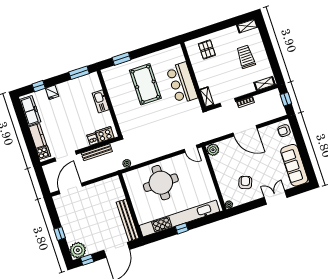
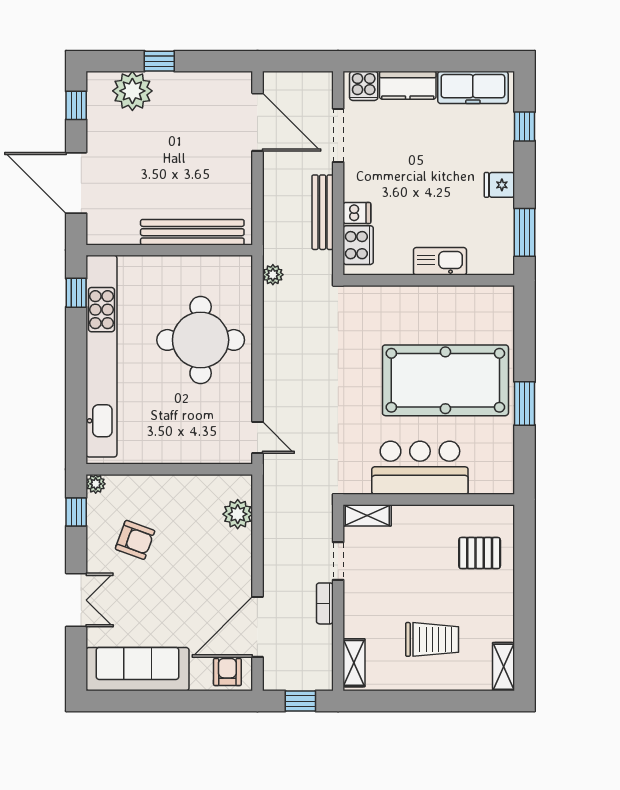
window: (121, 59) -> (525, 403), moved
pool table: (145, 84) -> (445, 380), width x1.36, depth x1.32
fridge: (52, 92) -> (499, 185), moved
door: (245, 131) -> (257, 627), moved
door: (191, 149) -> (257, 437), swing flipped
plant: (213, 150) -> (238, 514), moved
window: (242, 208) -> (76, 512), added
bench: (128, 220) -> (192, 232), moved
window: (182, 228) -> (76, 293), moved
plant: (78, 250) -> (132, 91), moved

